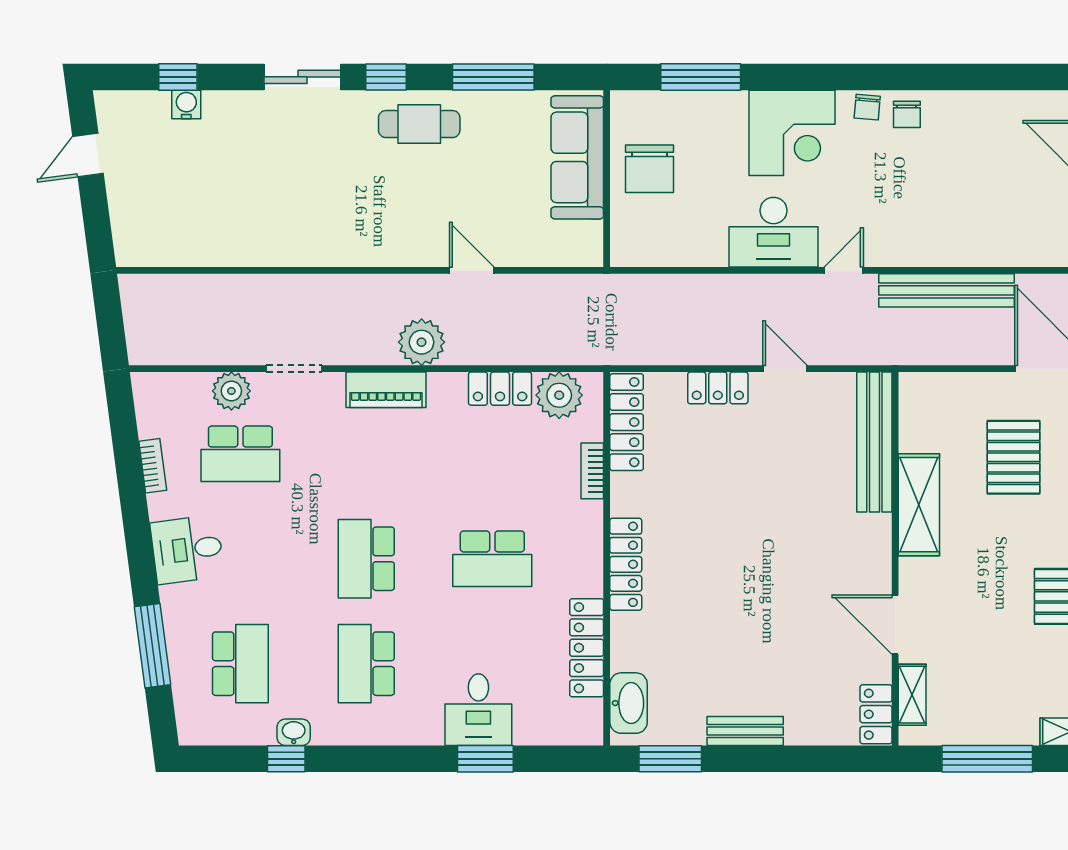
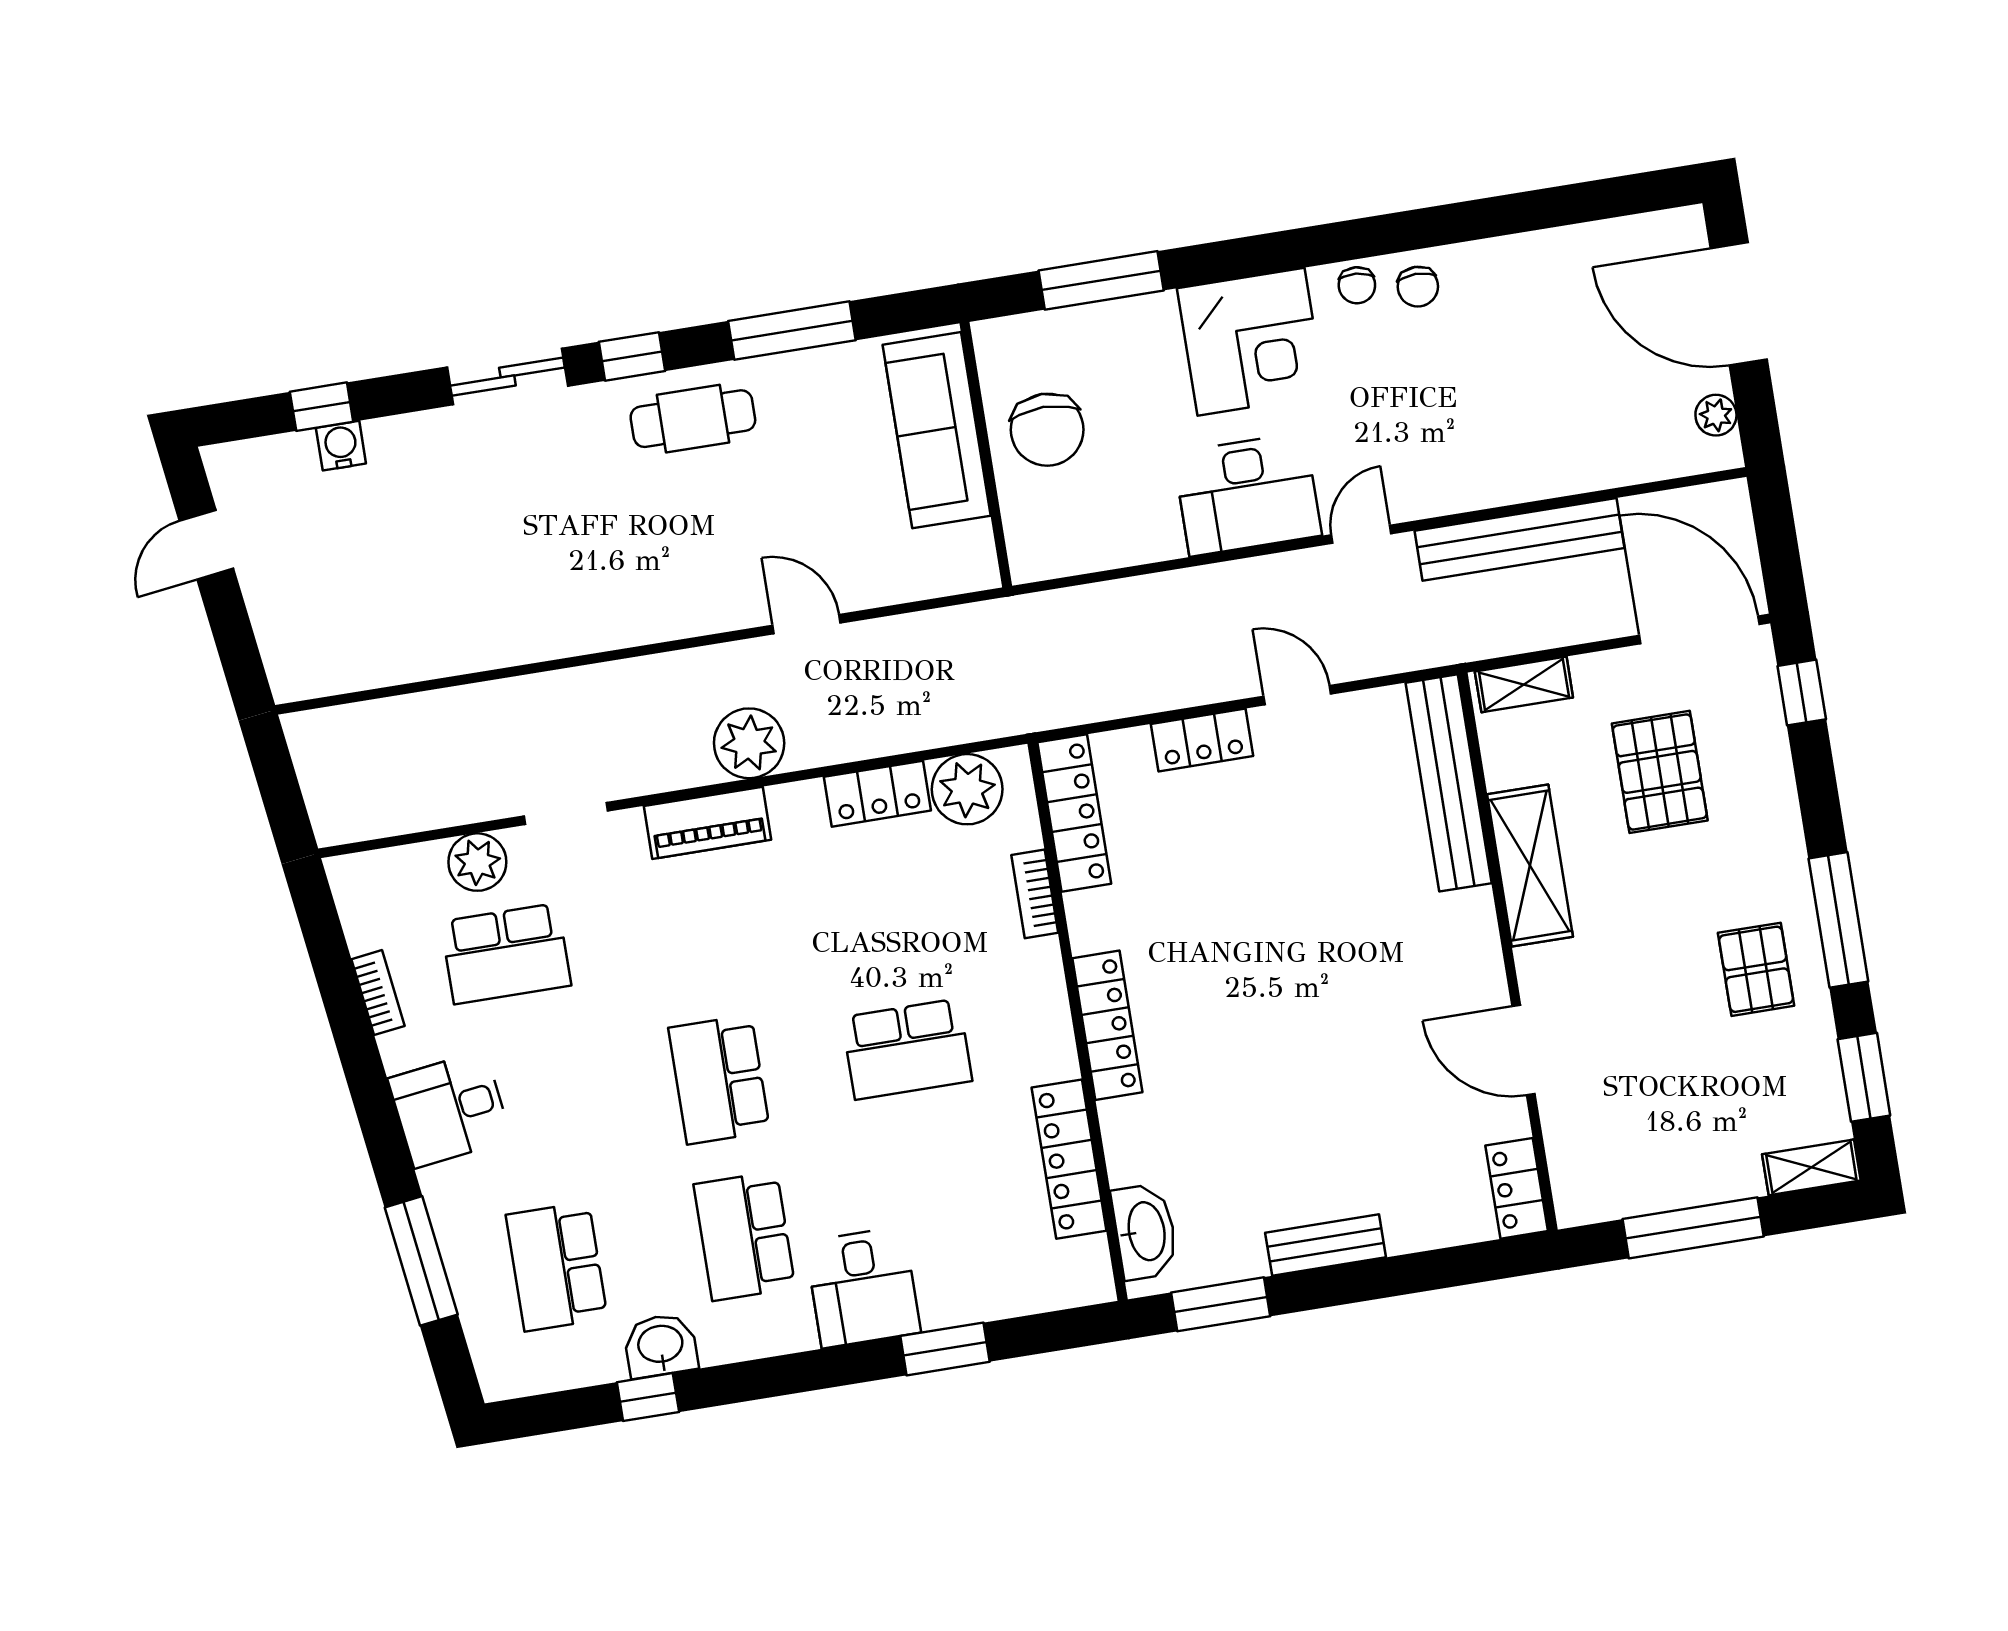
school desk: (240, 664) -> (557, 1266), turned 180
shelving: (912, 695) -> (1524, 684), moved, turned 90
desk: (478, 710) -> (863, 1287), moved
washbasin: (294, 732) -> (661, 1346), width x1.38, depth x1.45

